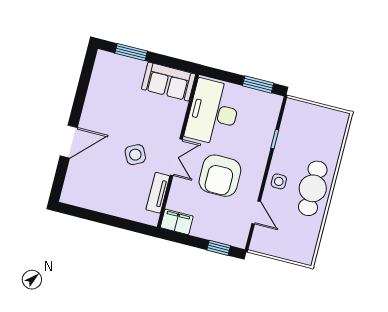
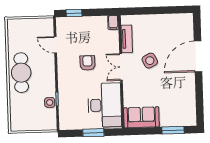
window: (258, 84) -> (93, 133), moved
door: (69, 142) -> (198, 56), width x1.36
armchair: (220, 176) -> (87, 63), width x0.53, depth x0.53
side table: (279, 181) -> (50, 102), moved
filing cabinet: (177, 222) -> (113, 22), width x0.50

